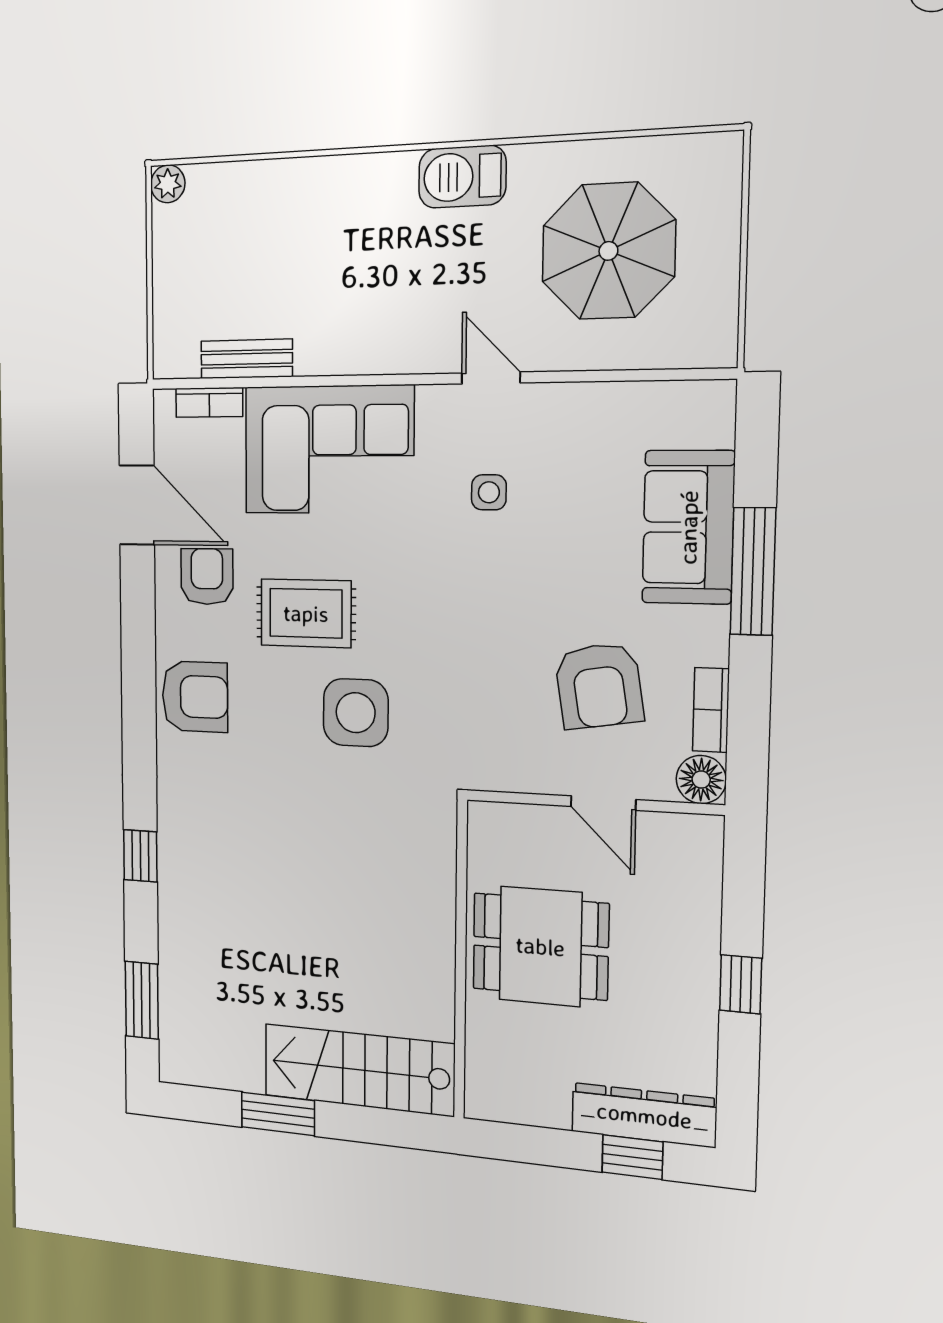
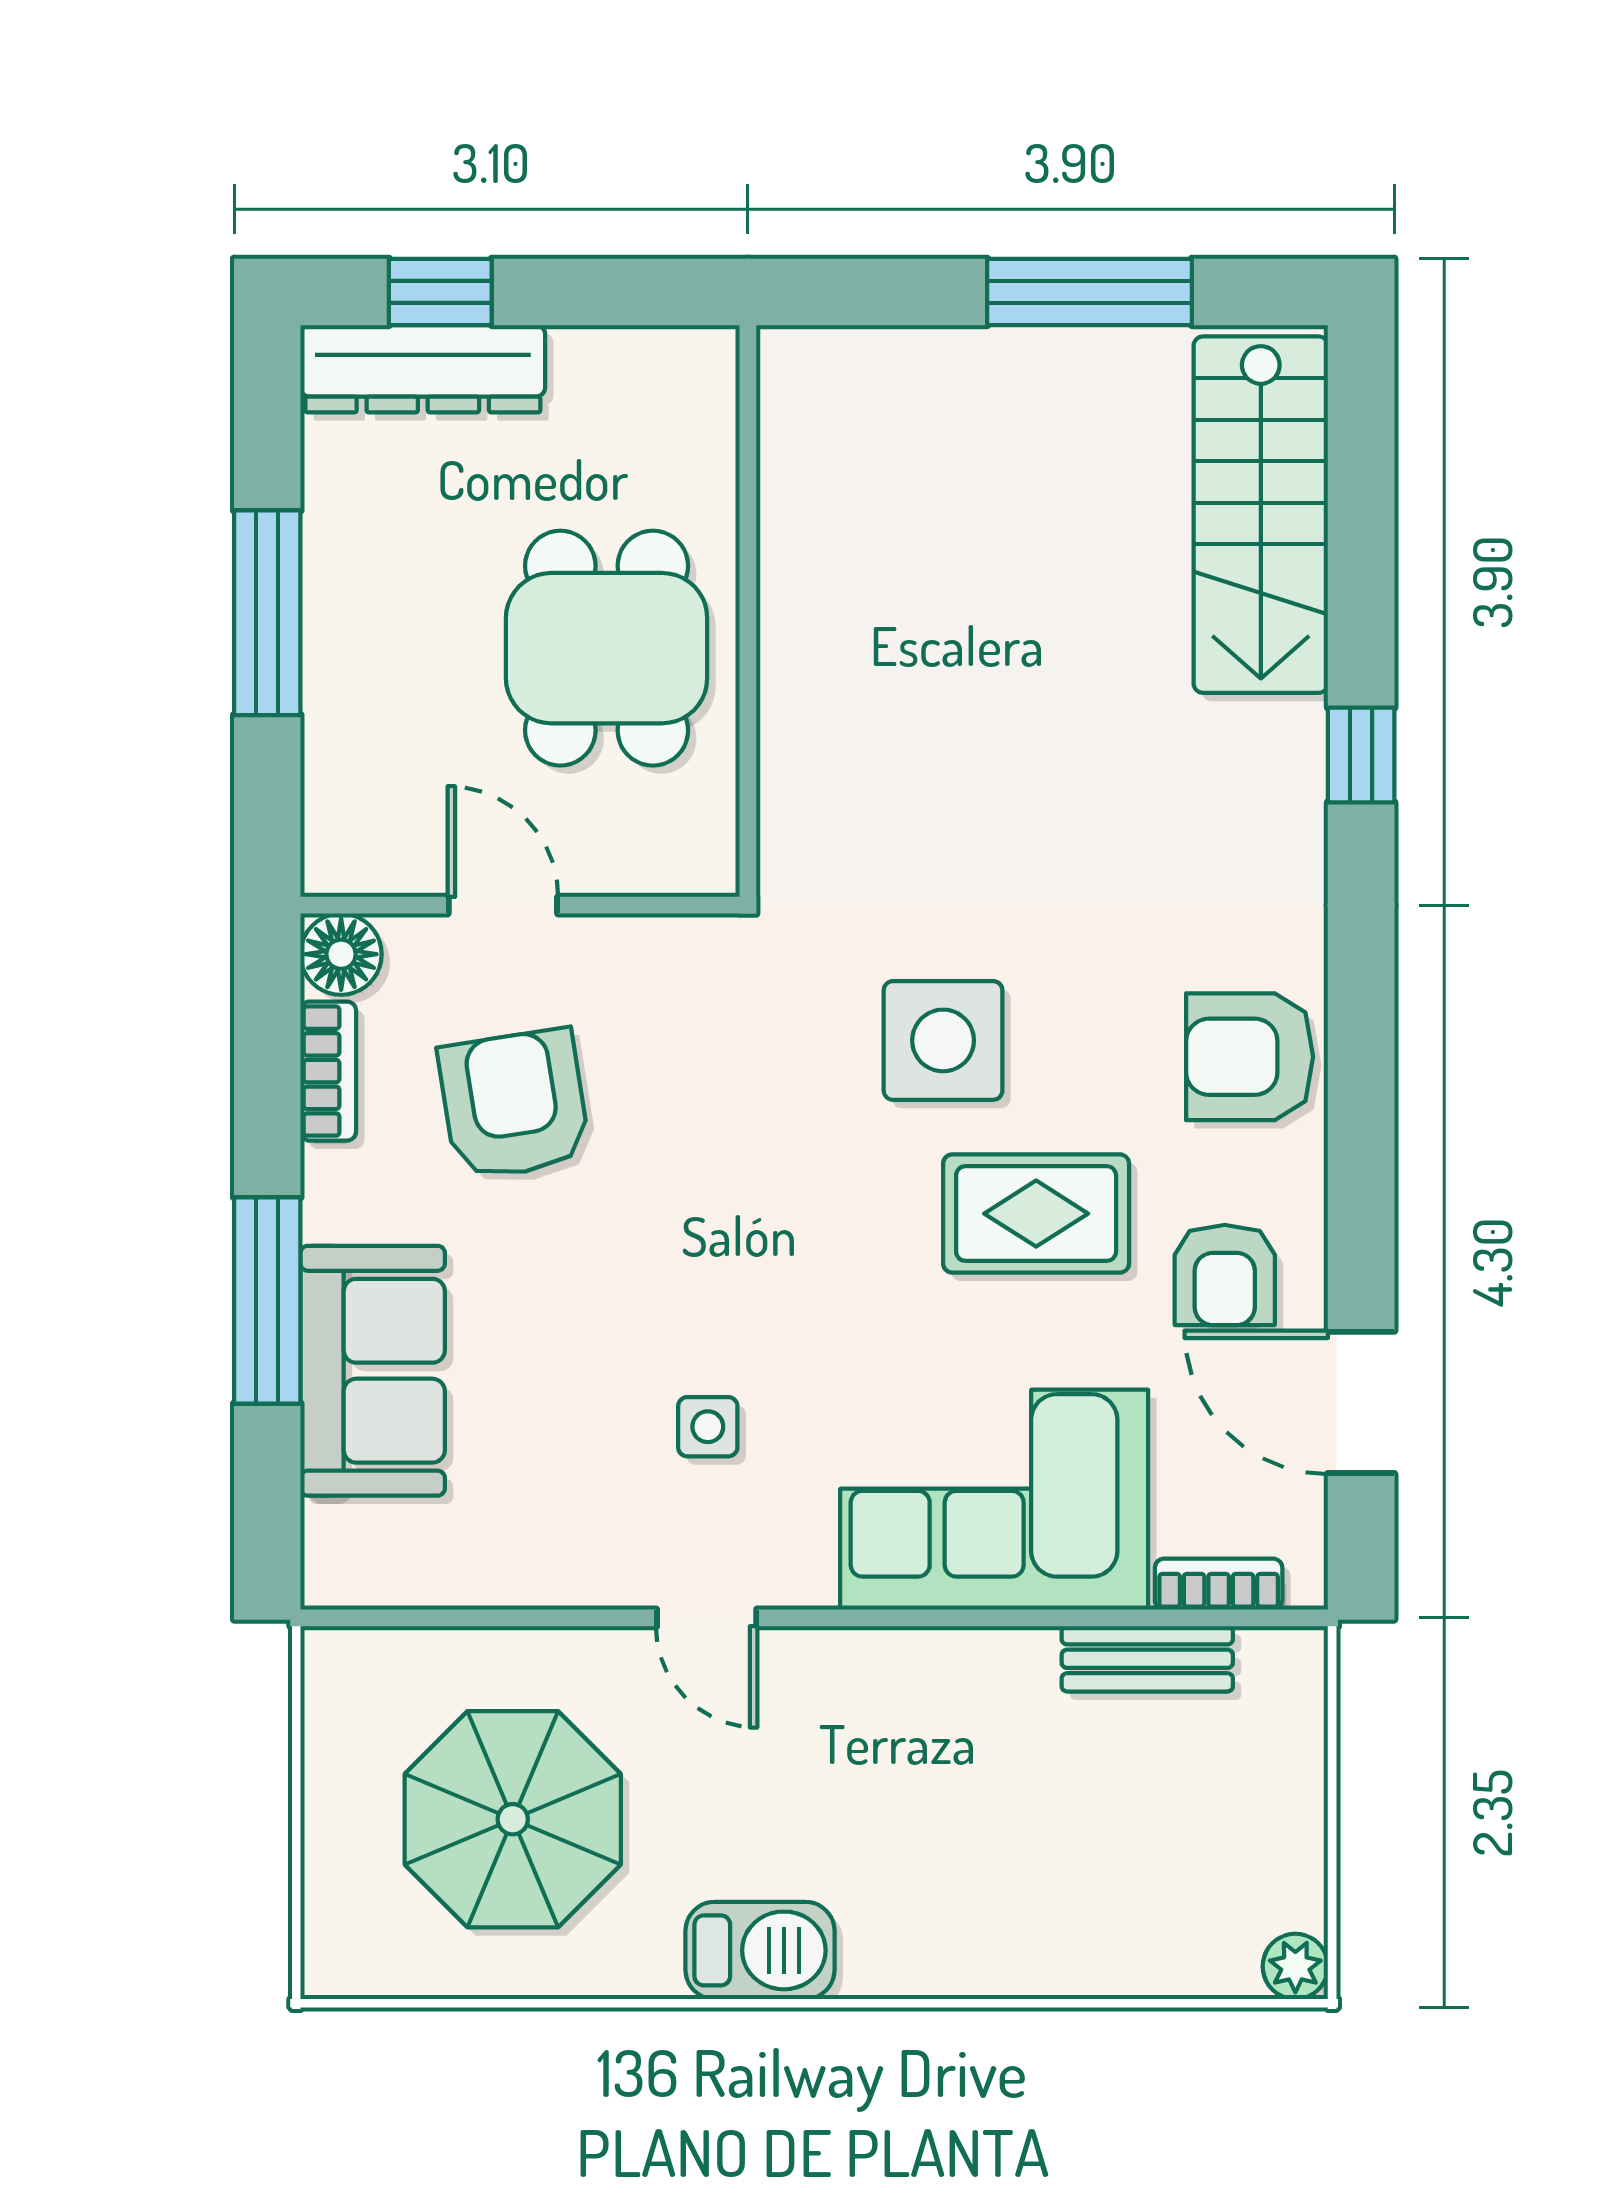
dining table: (540, 946) -> (607, 648), turned 90
window: (741, 984) -> (267, 613), width x2.17
window: (142, 1000) -> (1361, 480), removed
stairs: (359, 1070) -> (1261, 515), moved, turned 90
window: (278, 1114) -> (1090, 292), width x1.44

